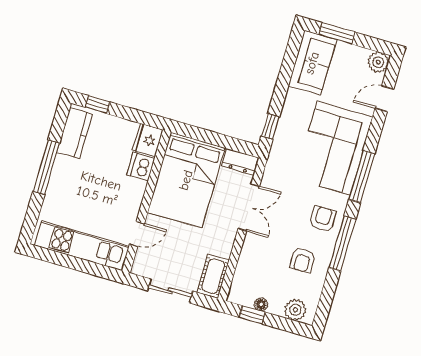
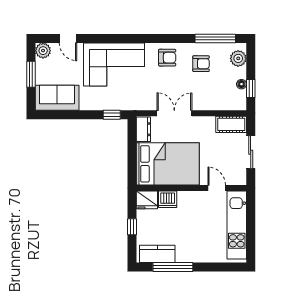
window: (337, 33) -> (31, 74), moved
window: (98, 105) -> (132, 227), moved
window: (46, 167) -> (173, 267), moved
window: (362, 177) -> (129, 39), removed
armchair: (323, 219) -> (167, 58), turned 180
window: (342, 243) -> (215, 39), moved

